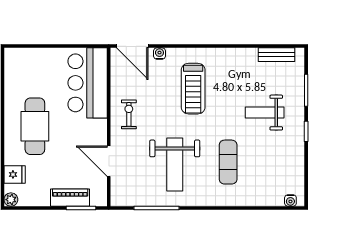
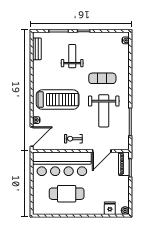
bar counter: (88, 83) -> (62, 164), width x1.36
treadmill: (193, 89) -> (58, 100), width x1.37, depth x1.38
weight bench: (265, 113) -> (72, 56), turned 180
cafe table: (35, 126) -> (67, 194), moved
weight bench: (175, 164) -> (104, 111), turned 90
piano: (70, 198) -> (124, 164), moved

